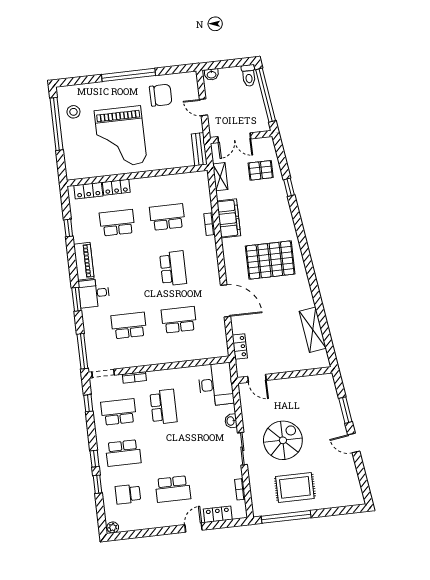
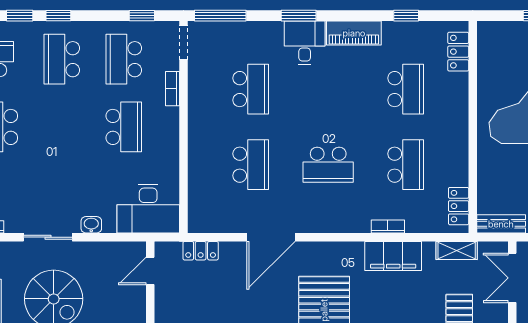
locker: (116, 187) -> (459, 206), moved
school desk: (163, 407) -> (124, 127), turned -90
school desk: (119, 412) -> (124, 59), turned 180

